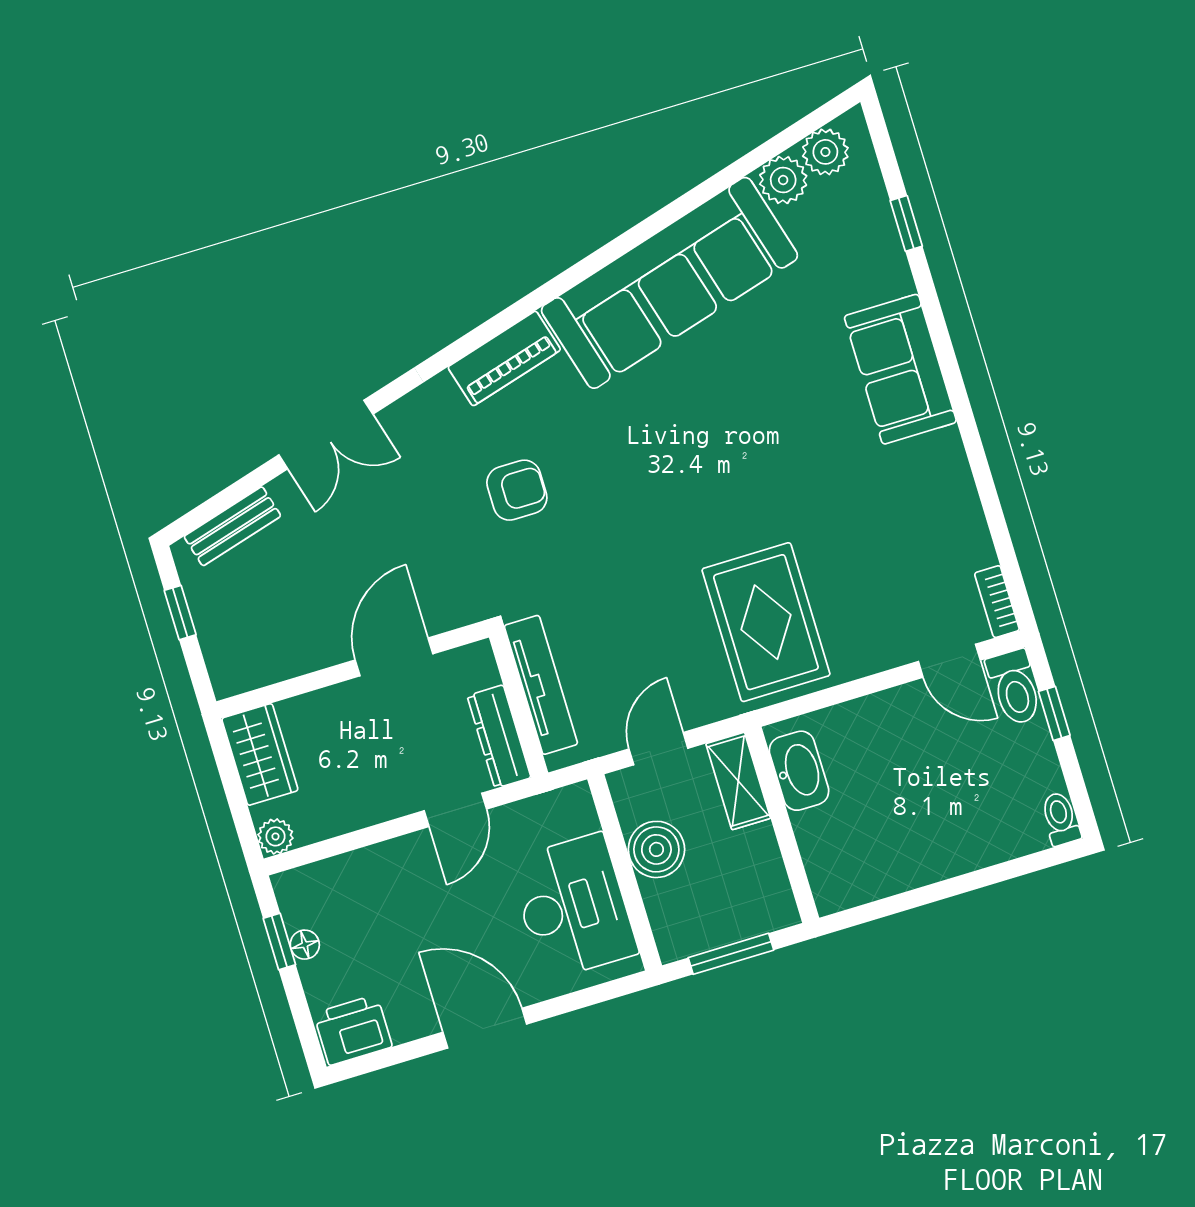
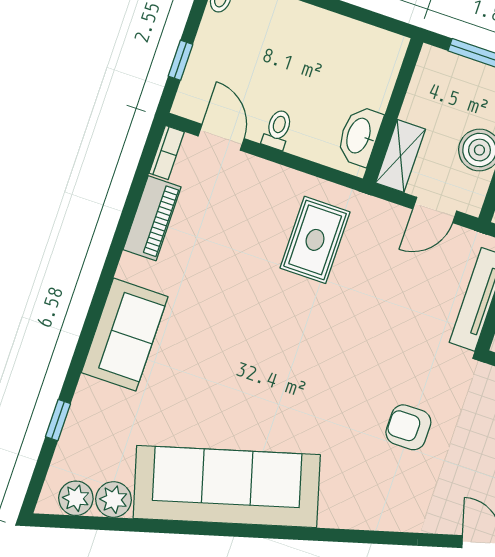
piano: (504, 358) -> (152, 218), moved, turned 106
rug: (766, 622) -> (315, 240), width x0.73, depth x0.70
toilet: (1015, 687) -> (278, 129), moved, width x0.73, depth x0.72

